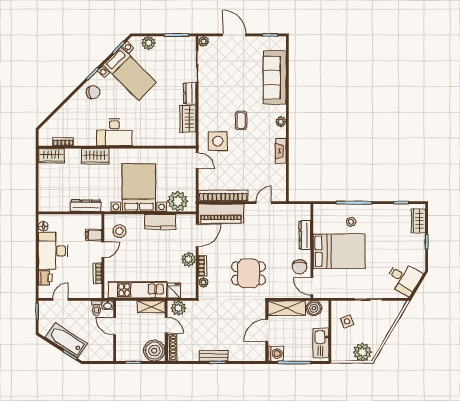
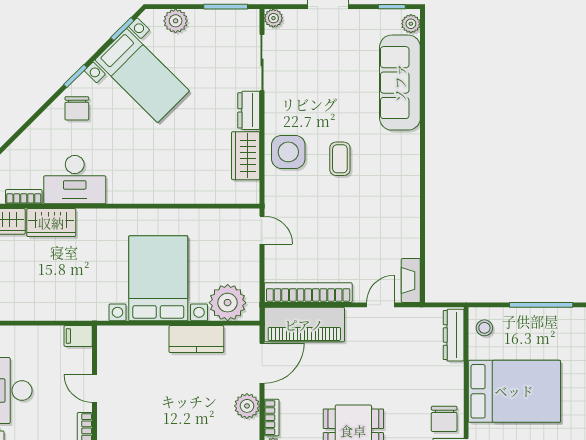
chair: (93, 92) -> (77, 108), turned 97
plant: (281, 122) -> (411, 24), moved
desk: (114, 132) -> (75, 180), moved
side table: (218, 141) -> (288, 152), moved
fireplace: (281, 151) -> (411, 280), moved
wardrobe: (95, 156) -> (51, 223), moved
dresser: (86, 206) -> (64, 310), removed
stool: (351, 222) -> (484, 328), moved
stool: (119, 231) -> (124, 355), removed
filing cabinet: (94, 235) -> (78, 336), moved
dresser: (305, 235) -> (454, 335), moved
door: (103, 250) -> (95, 389), swing flipped

